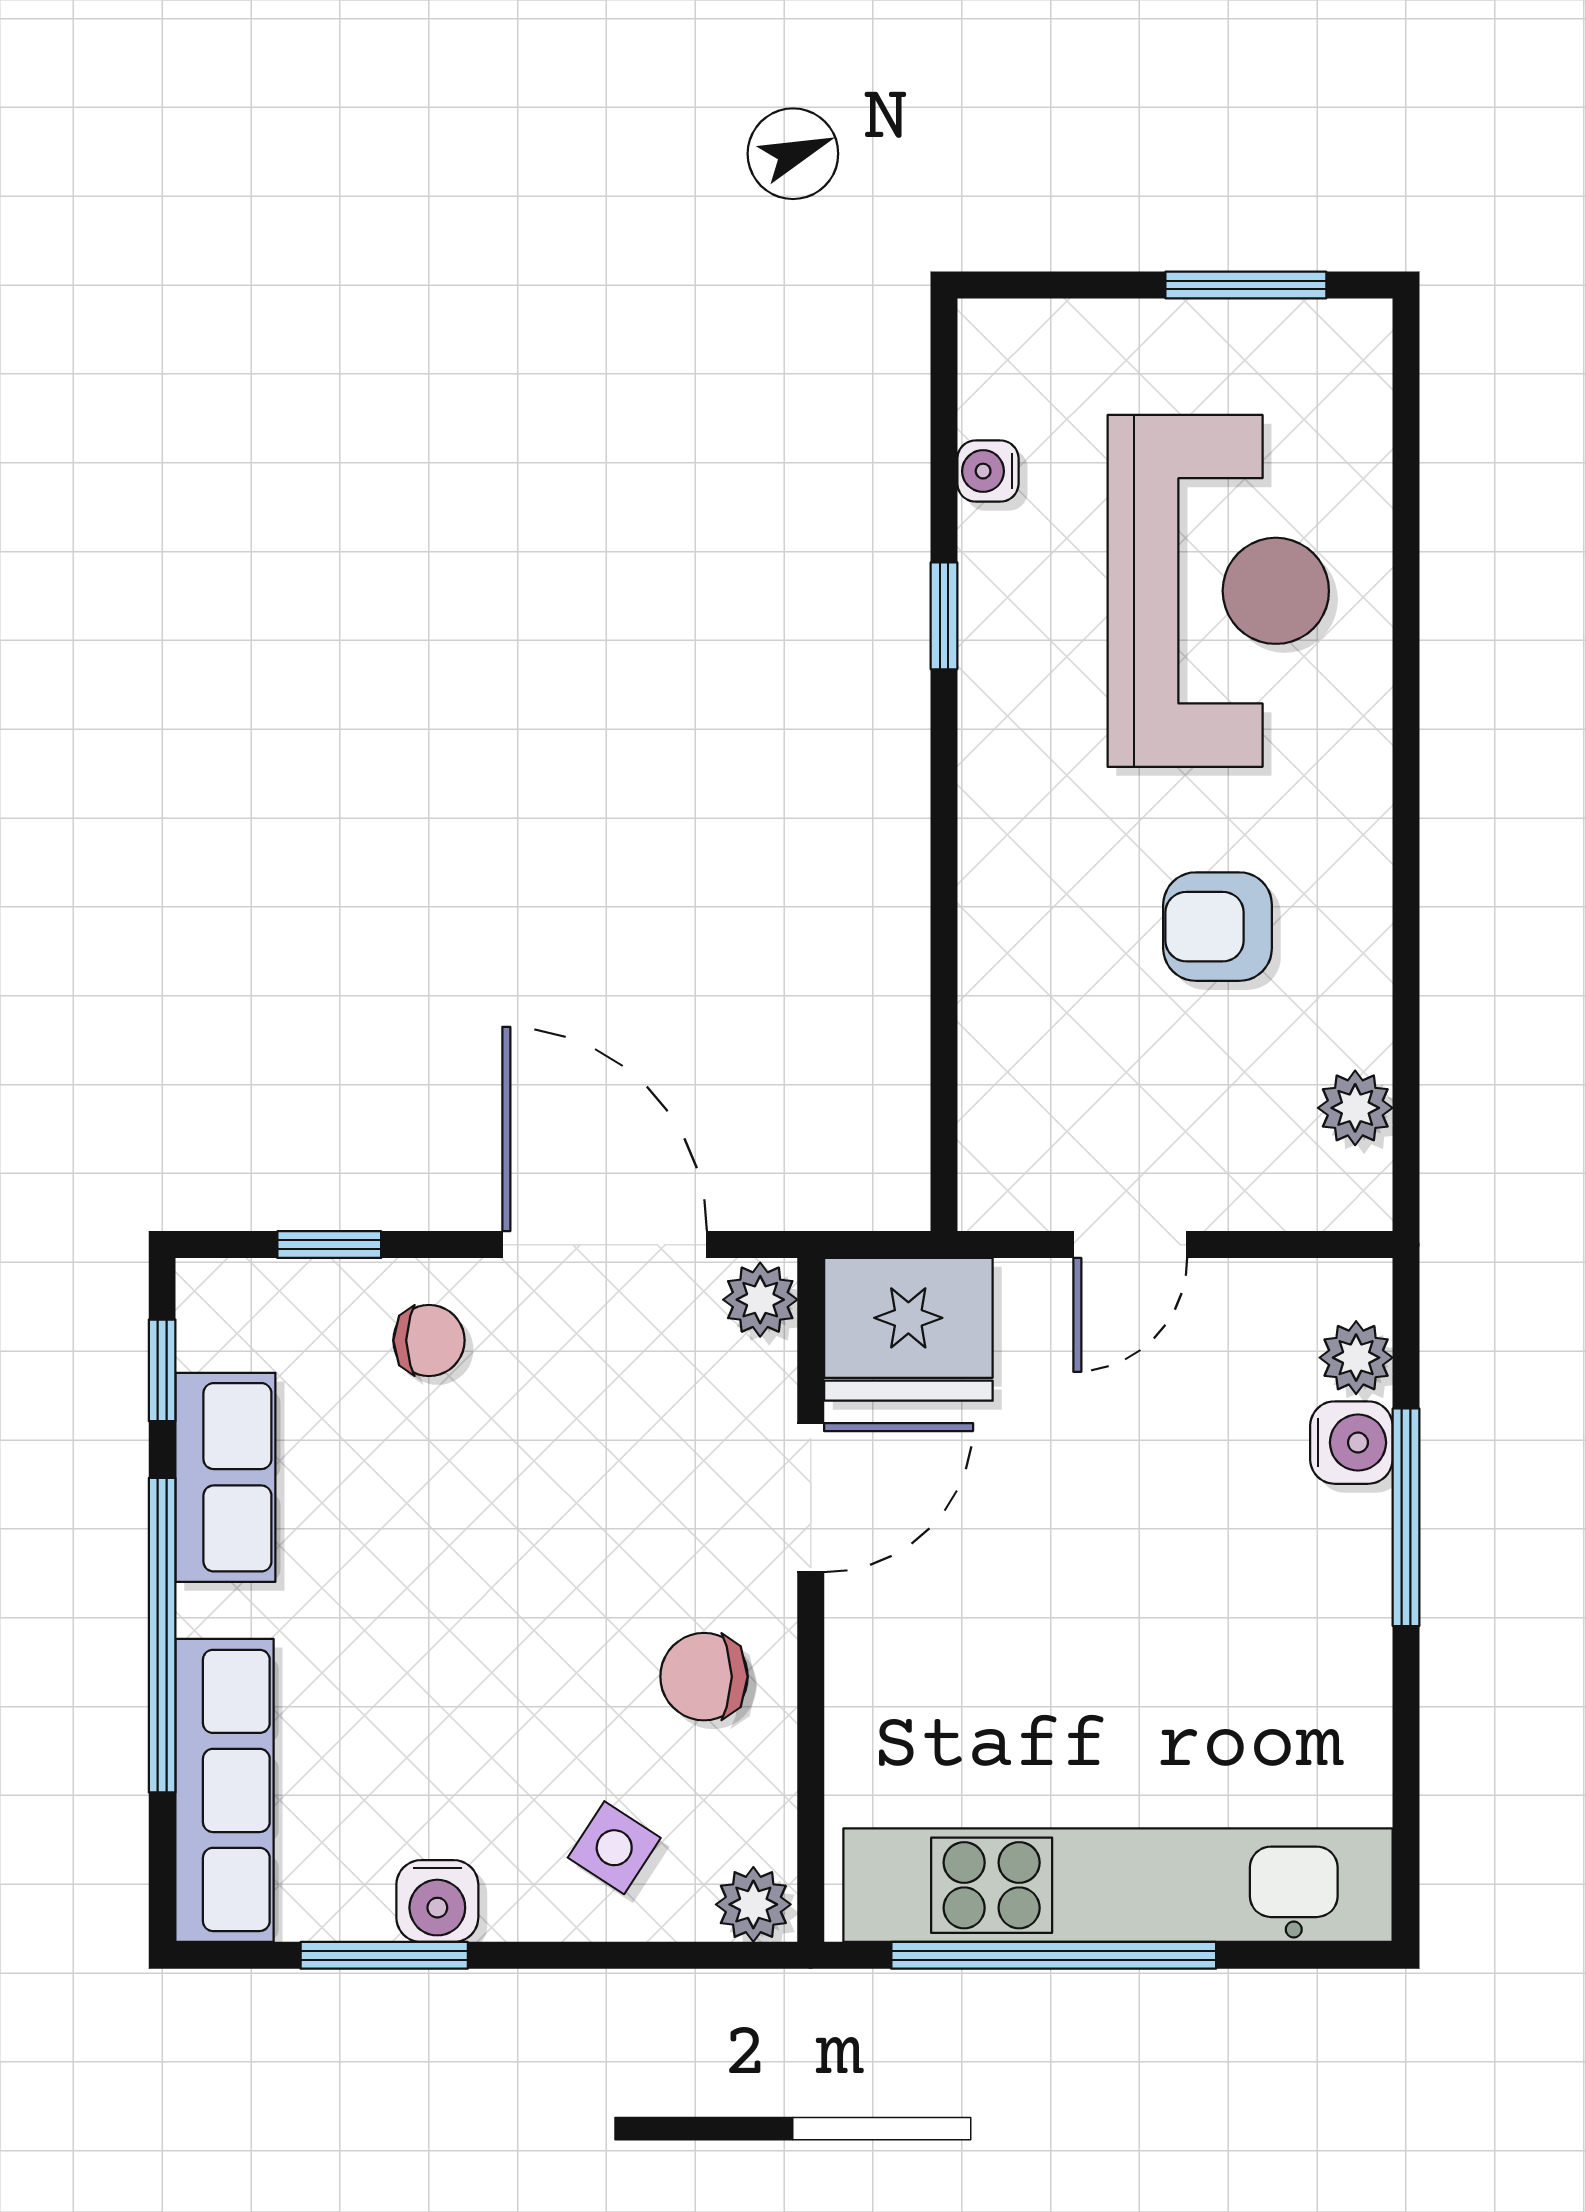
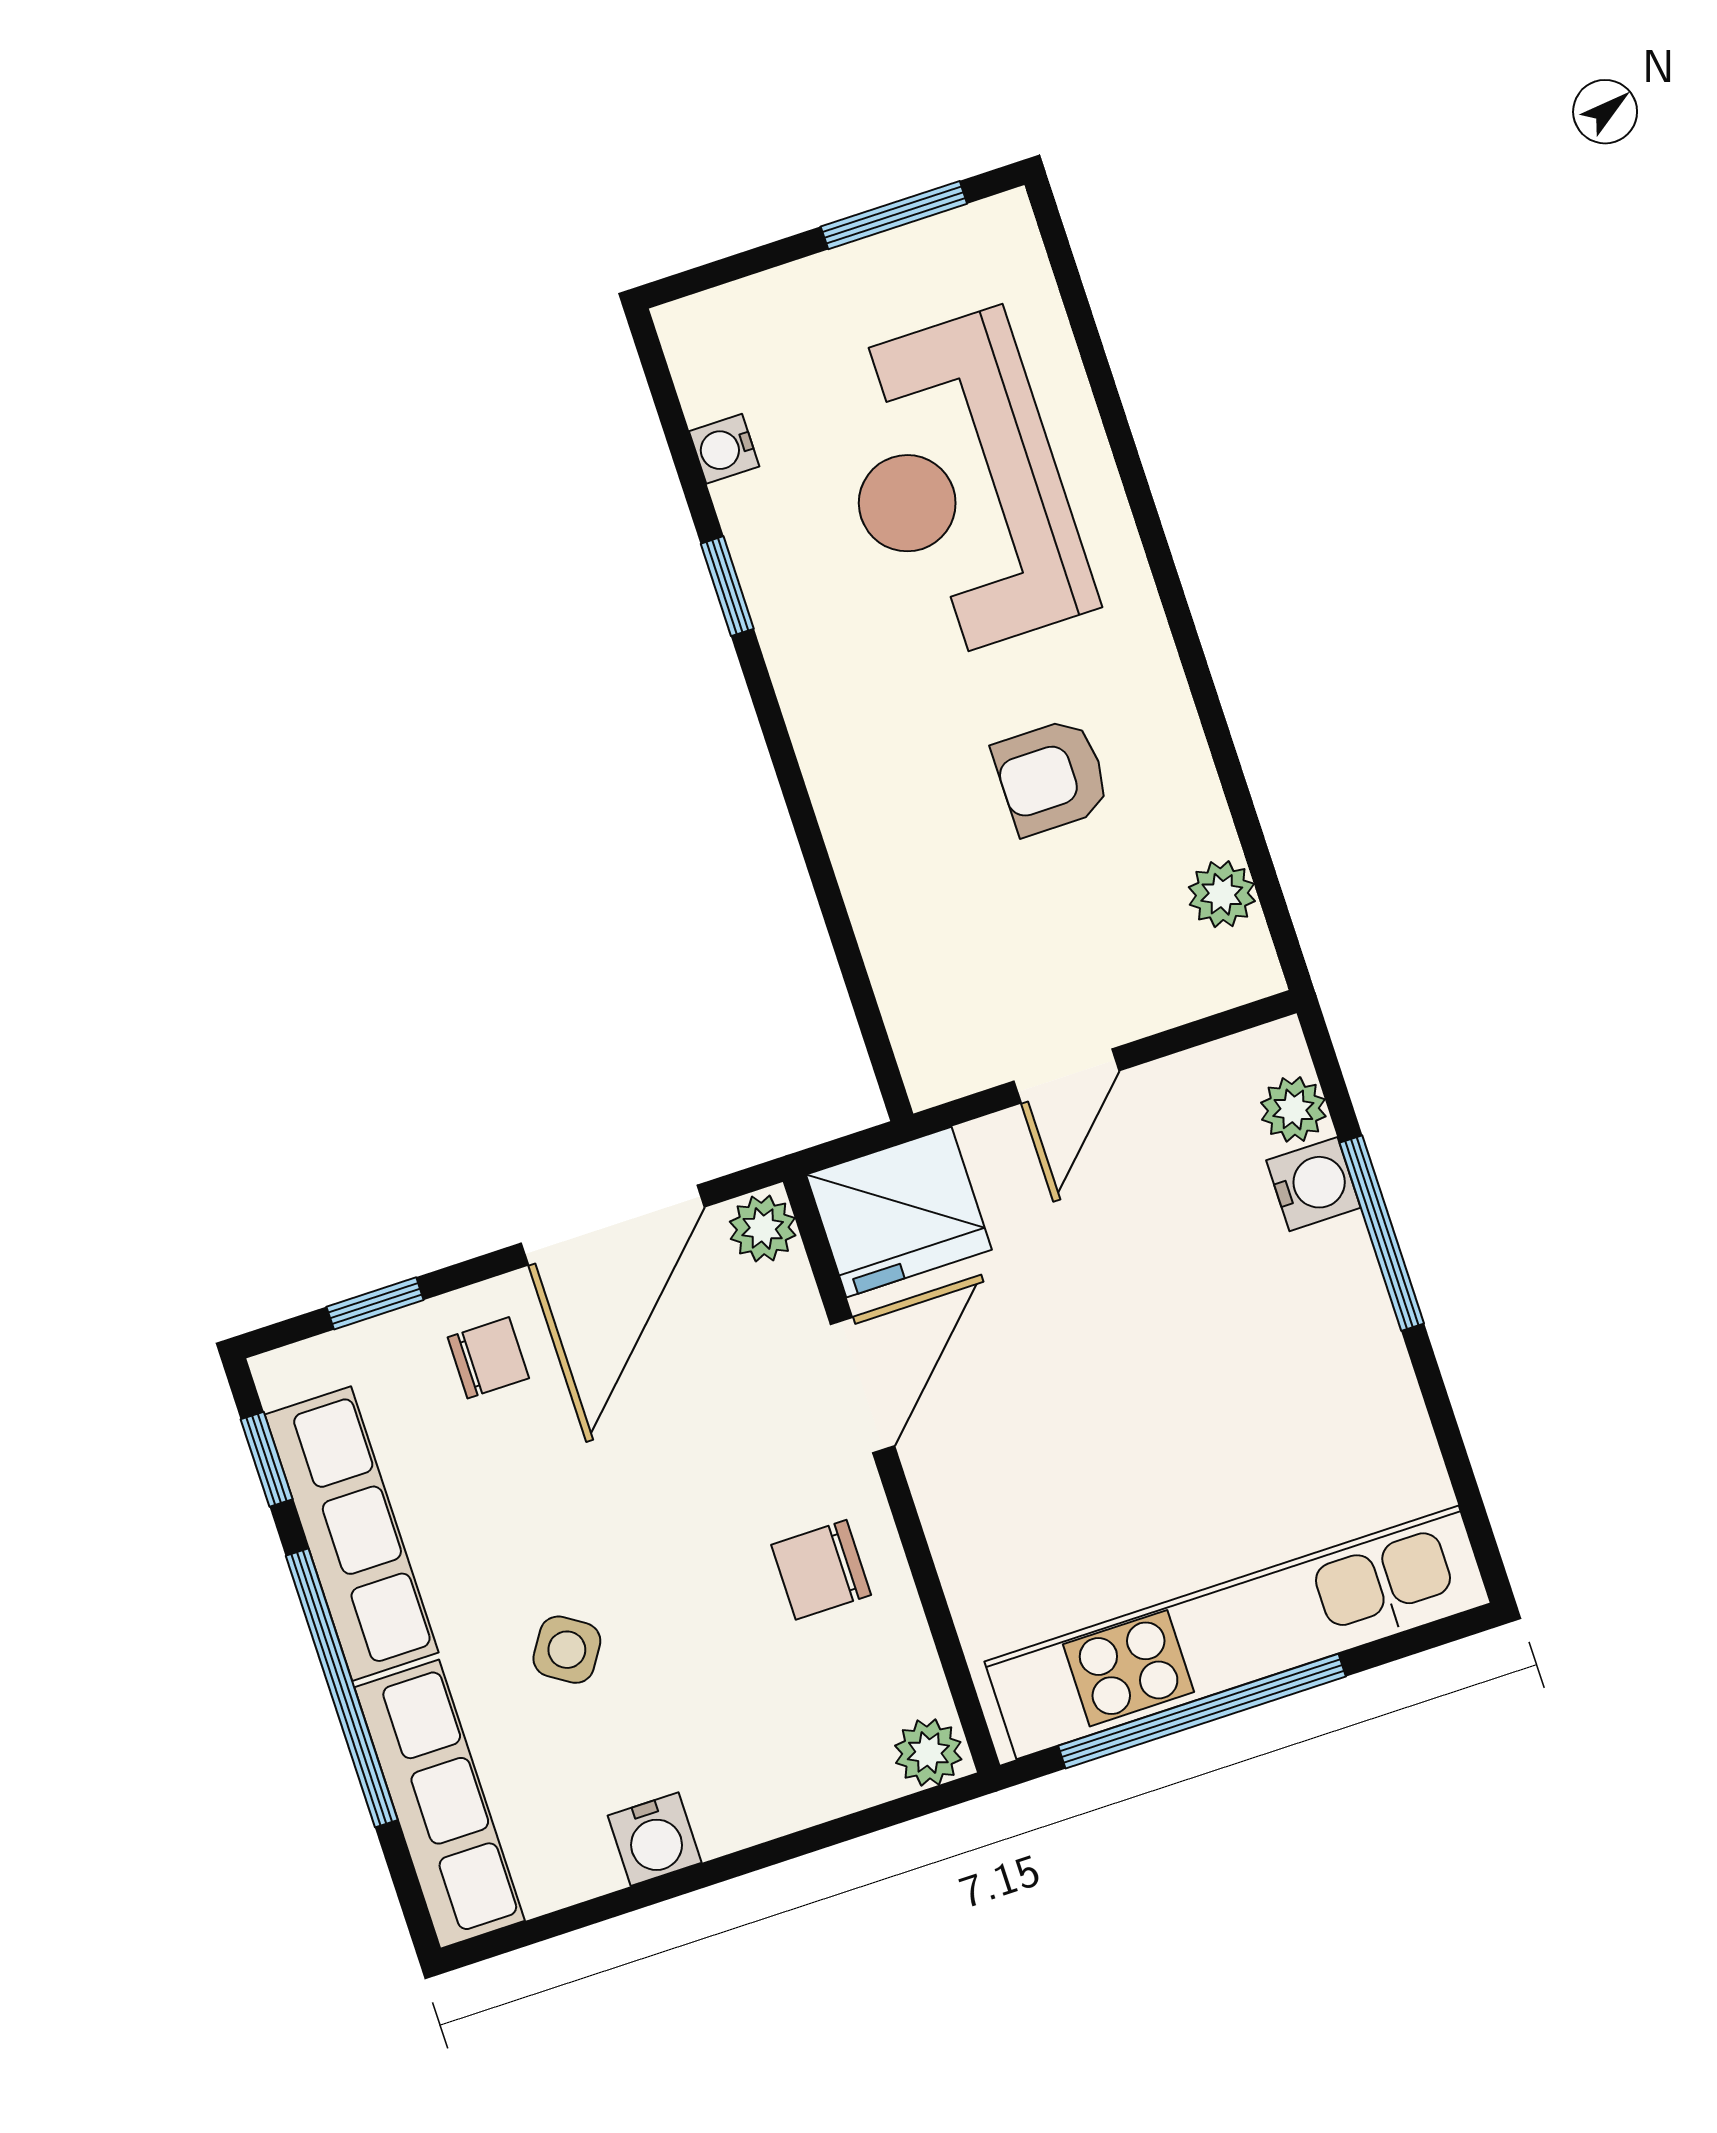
reception desk: (1218, 591) -> (957, 487), turned 180
door: (605, 1245) -> (613, 1225), swing flipped
row of seats: (225, 1477) -> (352, 1534), width x1.48
side table: (614, 1848) -> (567, 1650), moved
window: (384, 1955) -> (624, 1901), removed

